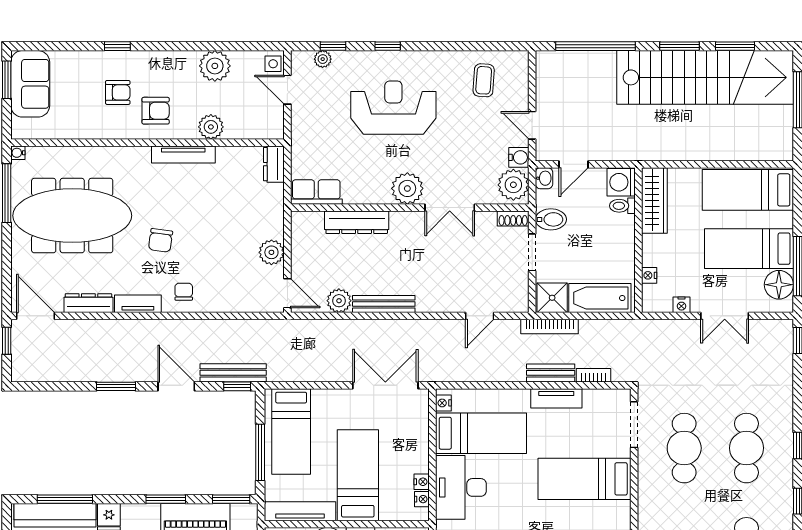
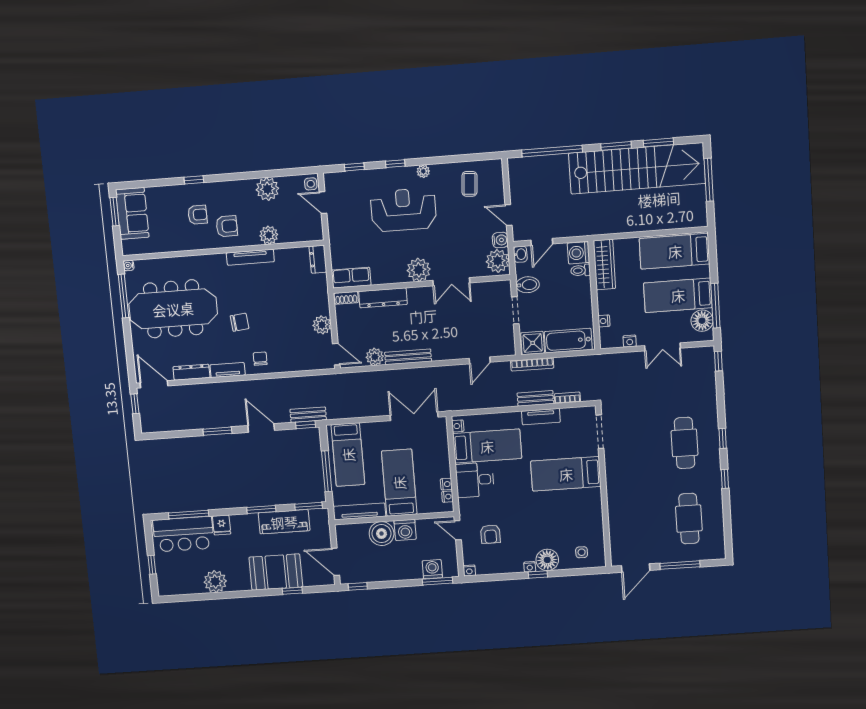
plant: (323, 59) -> (423, 171), moved
shoe rack: (513, 219) -> (346, 298), moved
chair: (161, 240) -> (240, 322), turned -104
bench: (233, 373) -> (308, 415), width x0.73
cafe table: (684, 448) -> (638, 446), removed
desk: (461, 487) -> (475, 480), width x0.73

